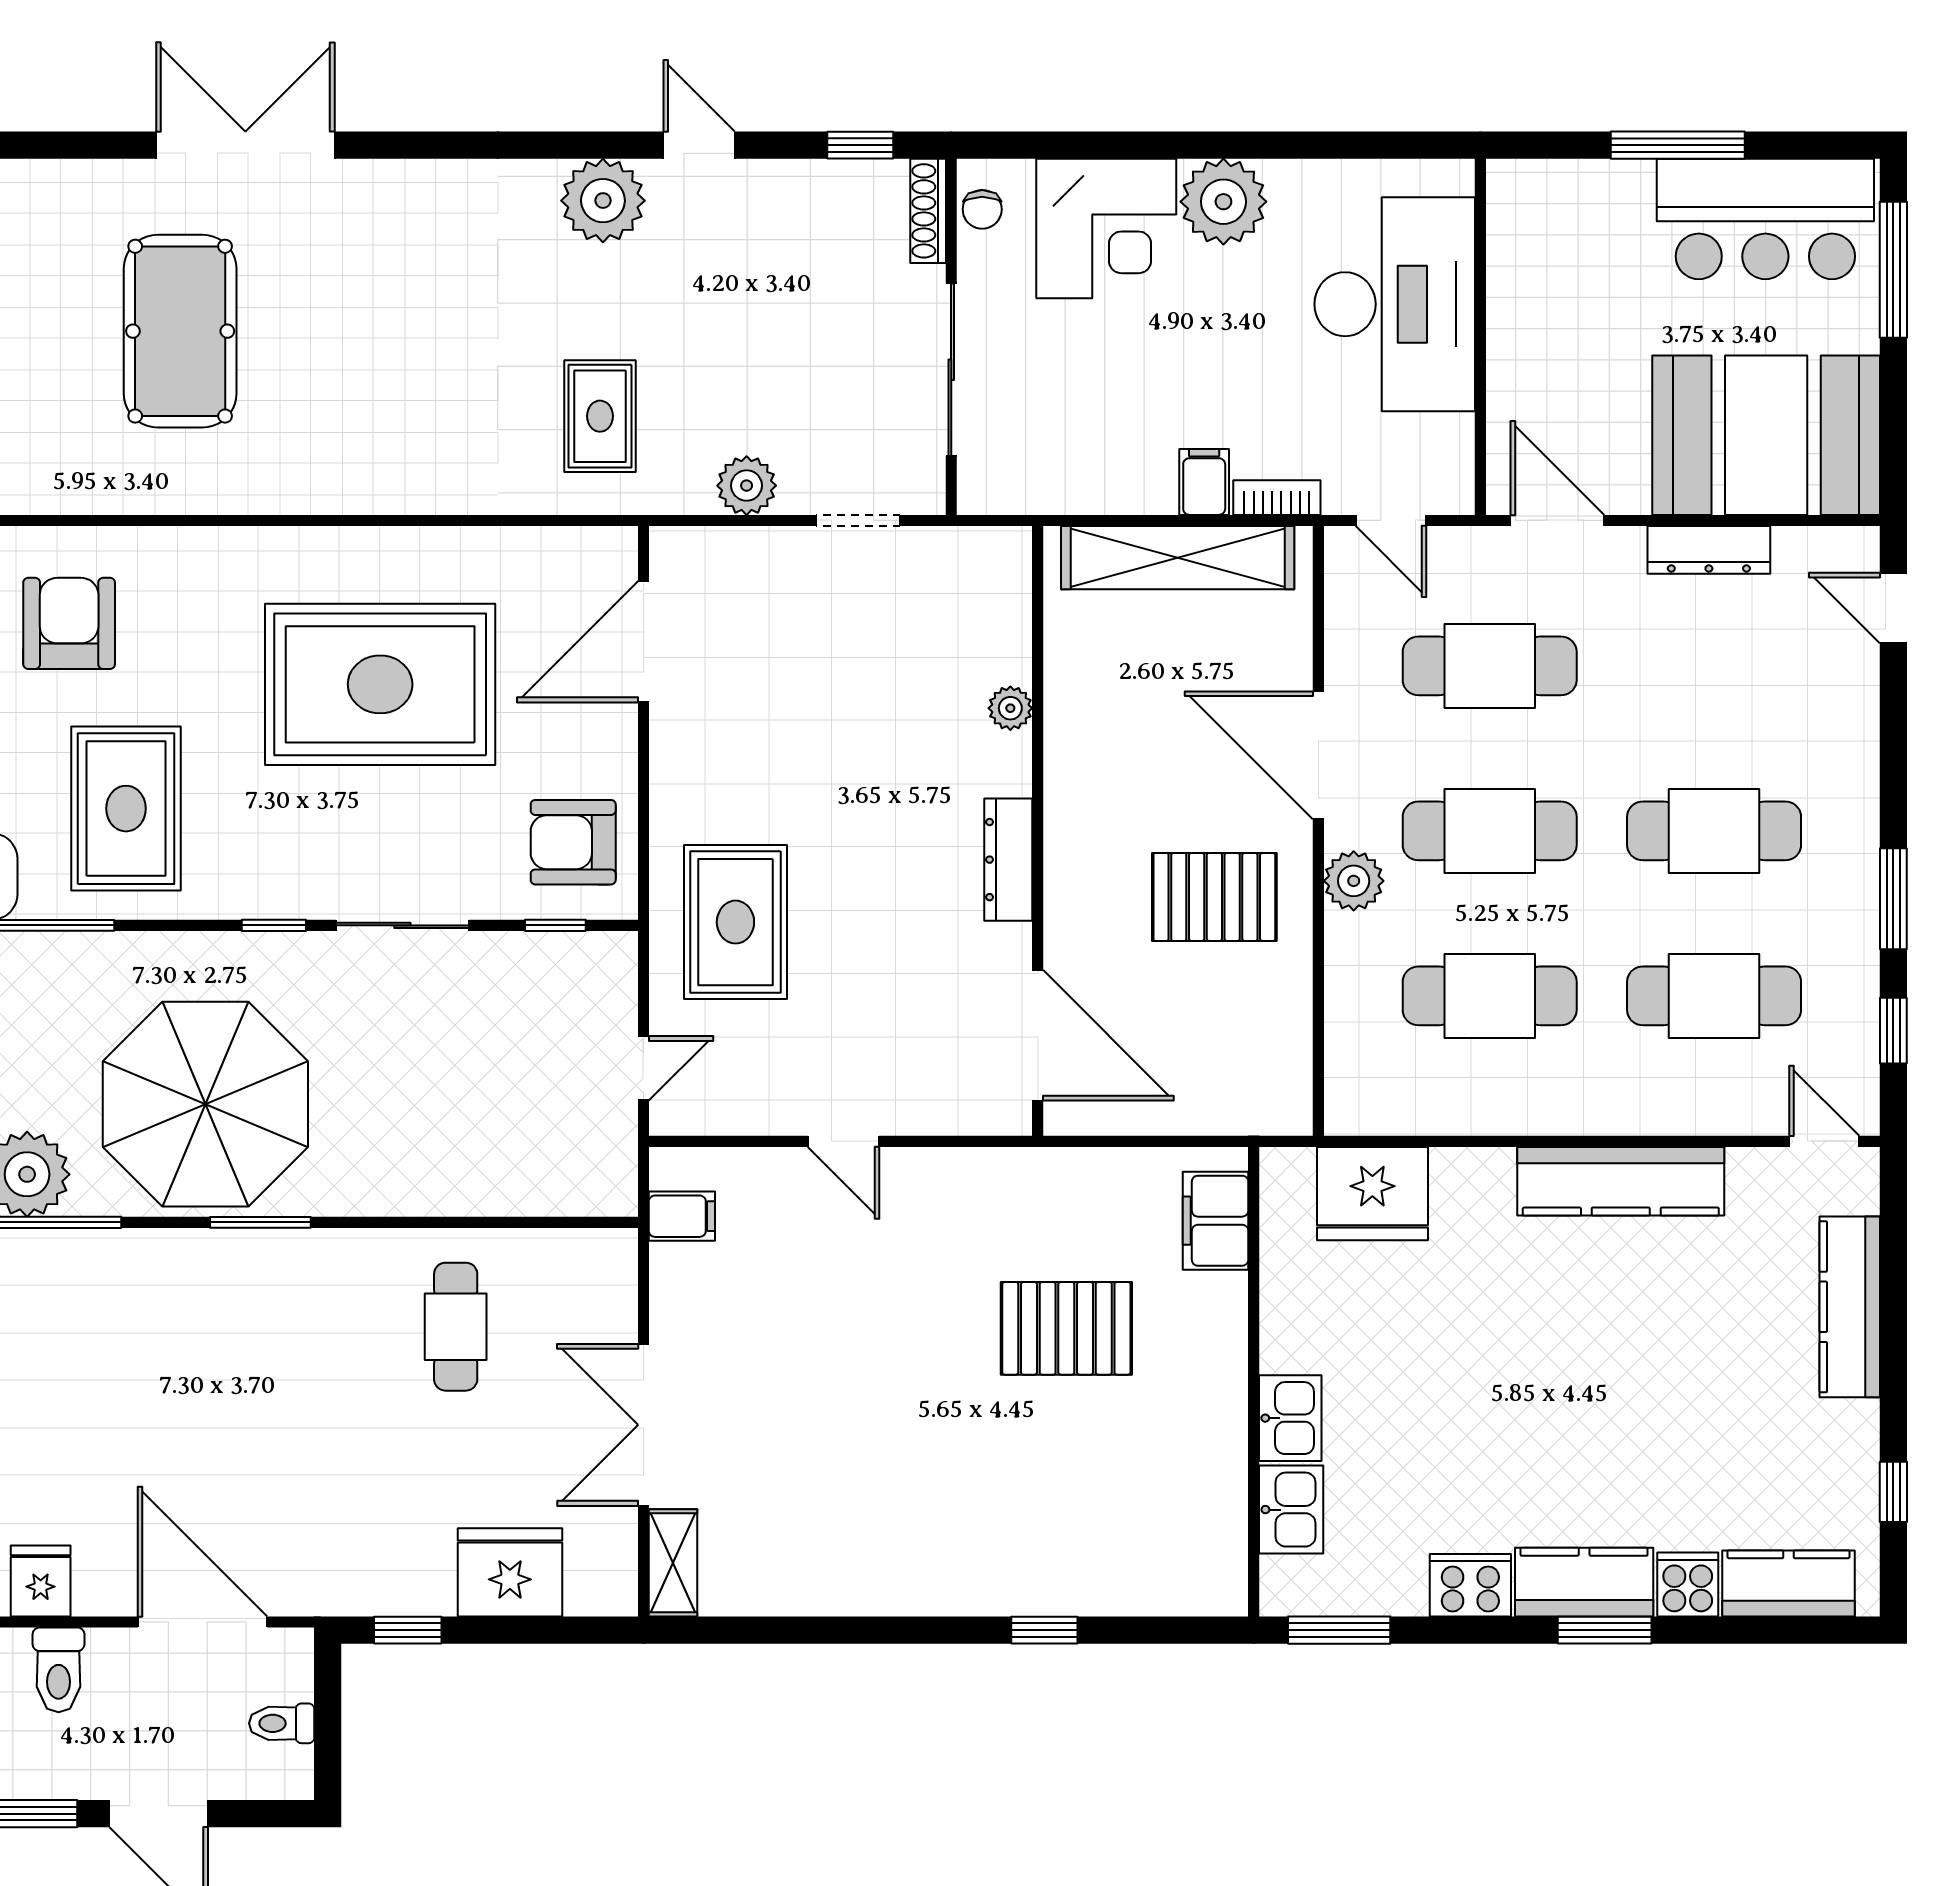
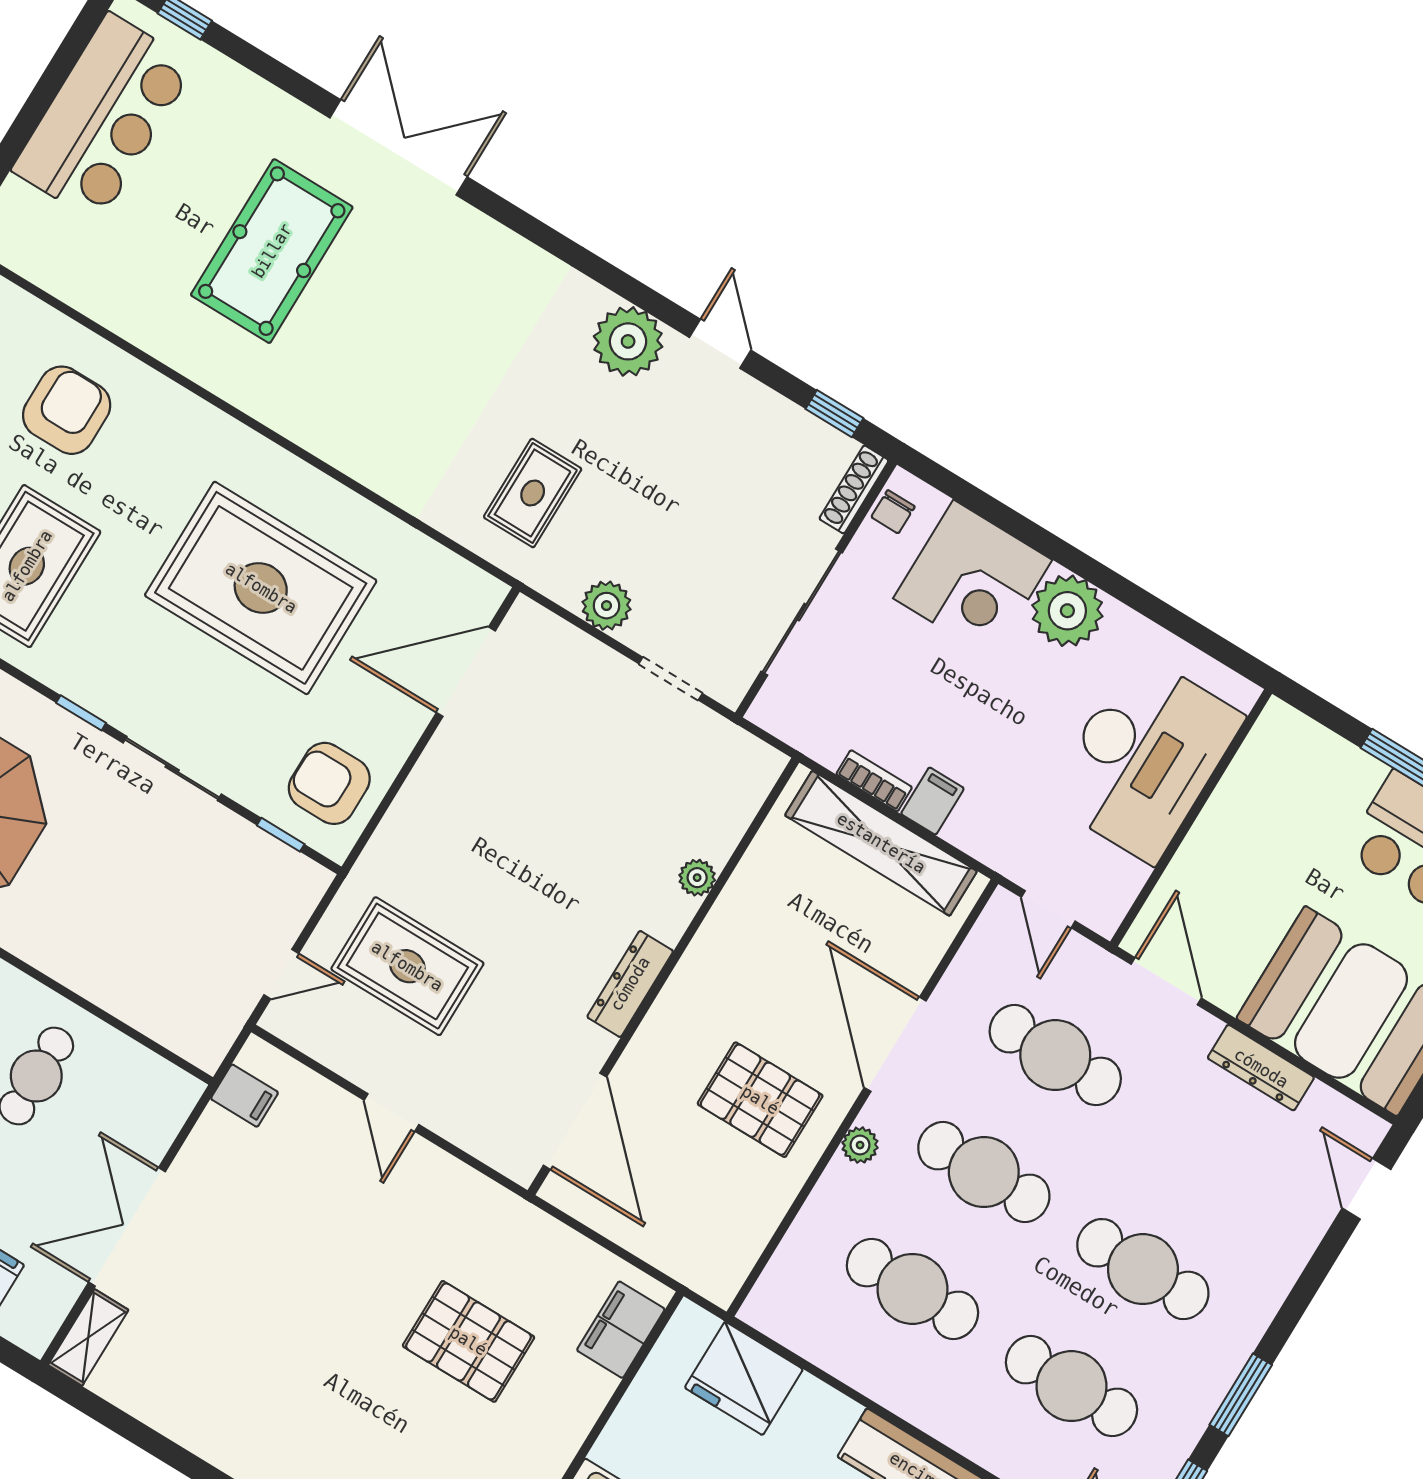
bookcase: (1277, 498) -> (874, 781), moved
plant: (1354, 881) -> (860, 1145), width x0.73, depth x0.73
rug: (735, 922) -> (407, 966), moved, turned 90

